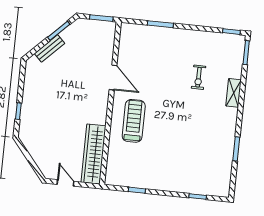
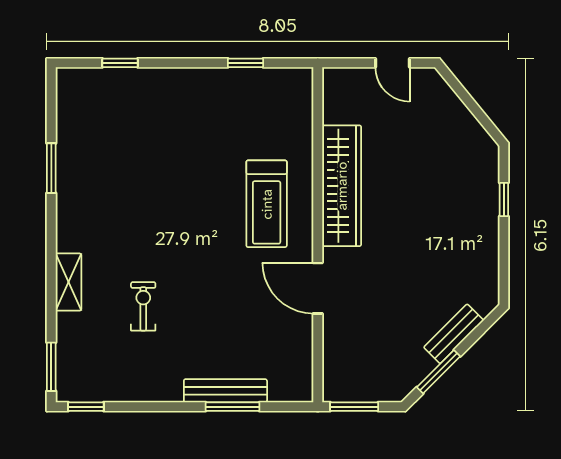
bench: (163, 32) -> (225, 391), added
wardrobe: (93, 154) -> (342, 186), moved

